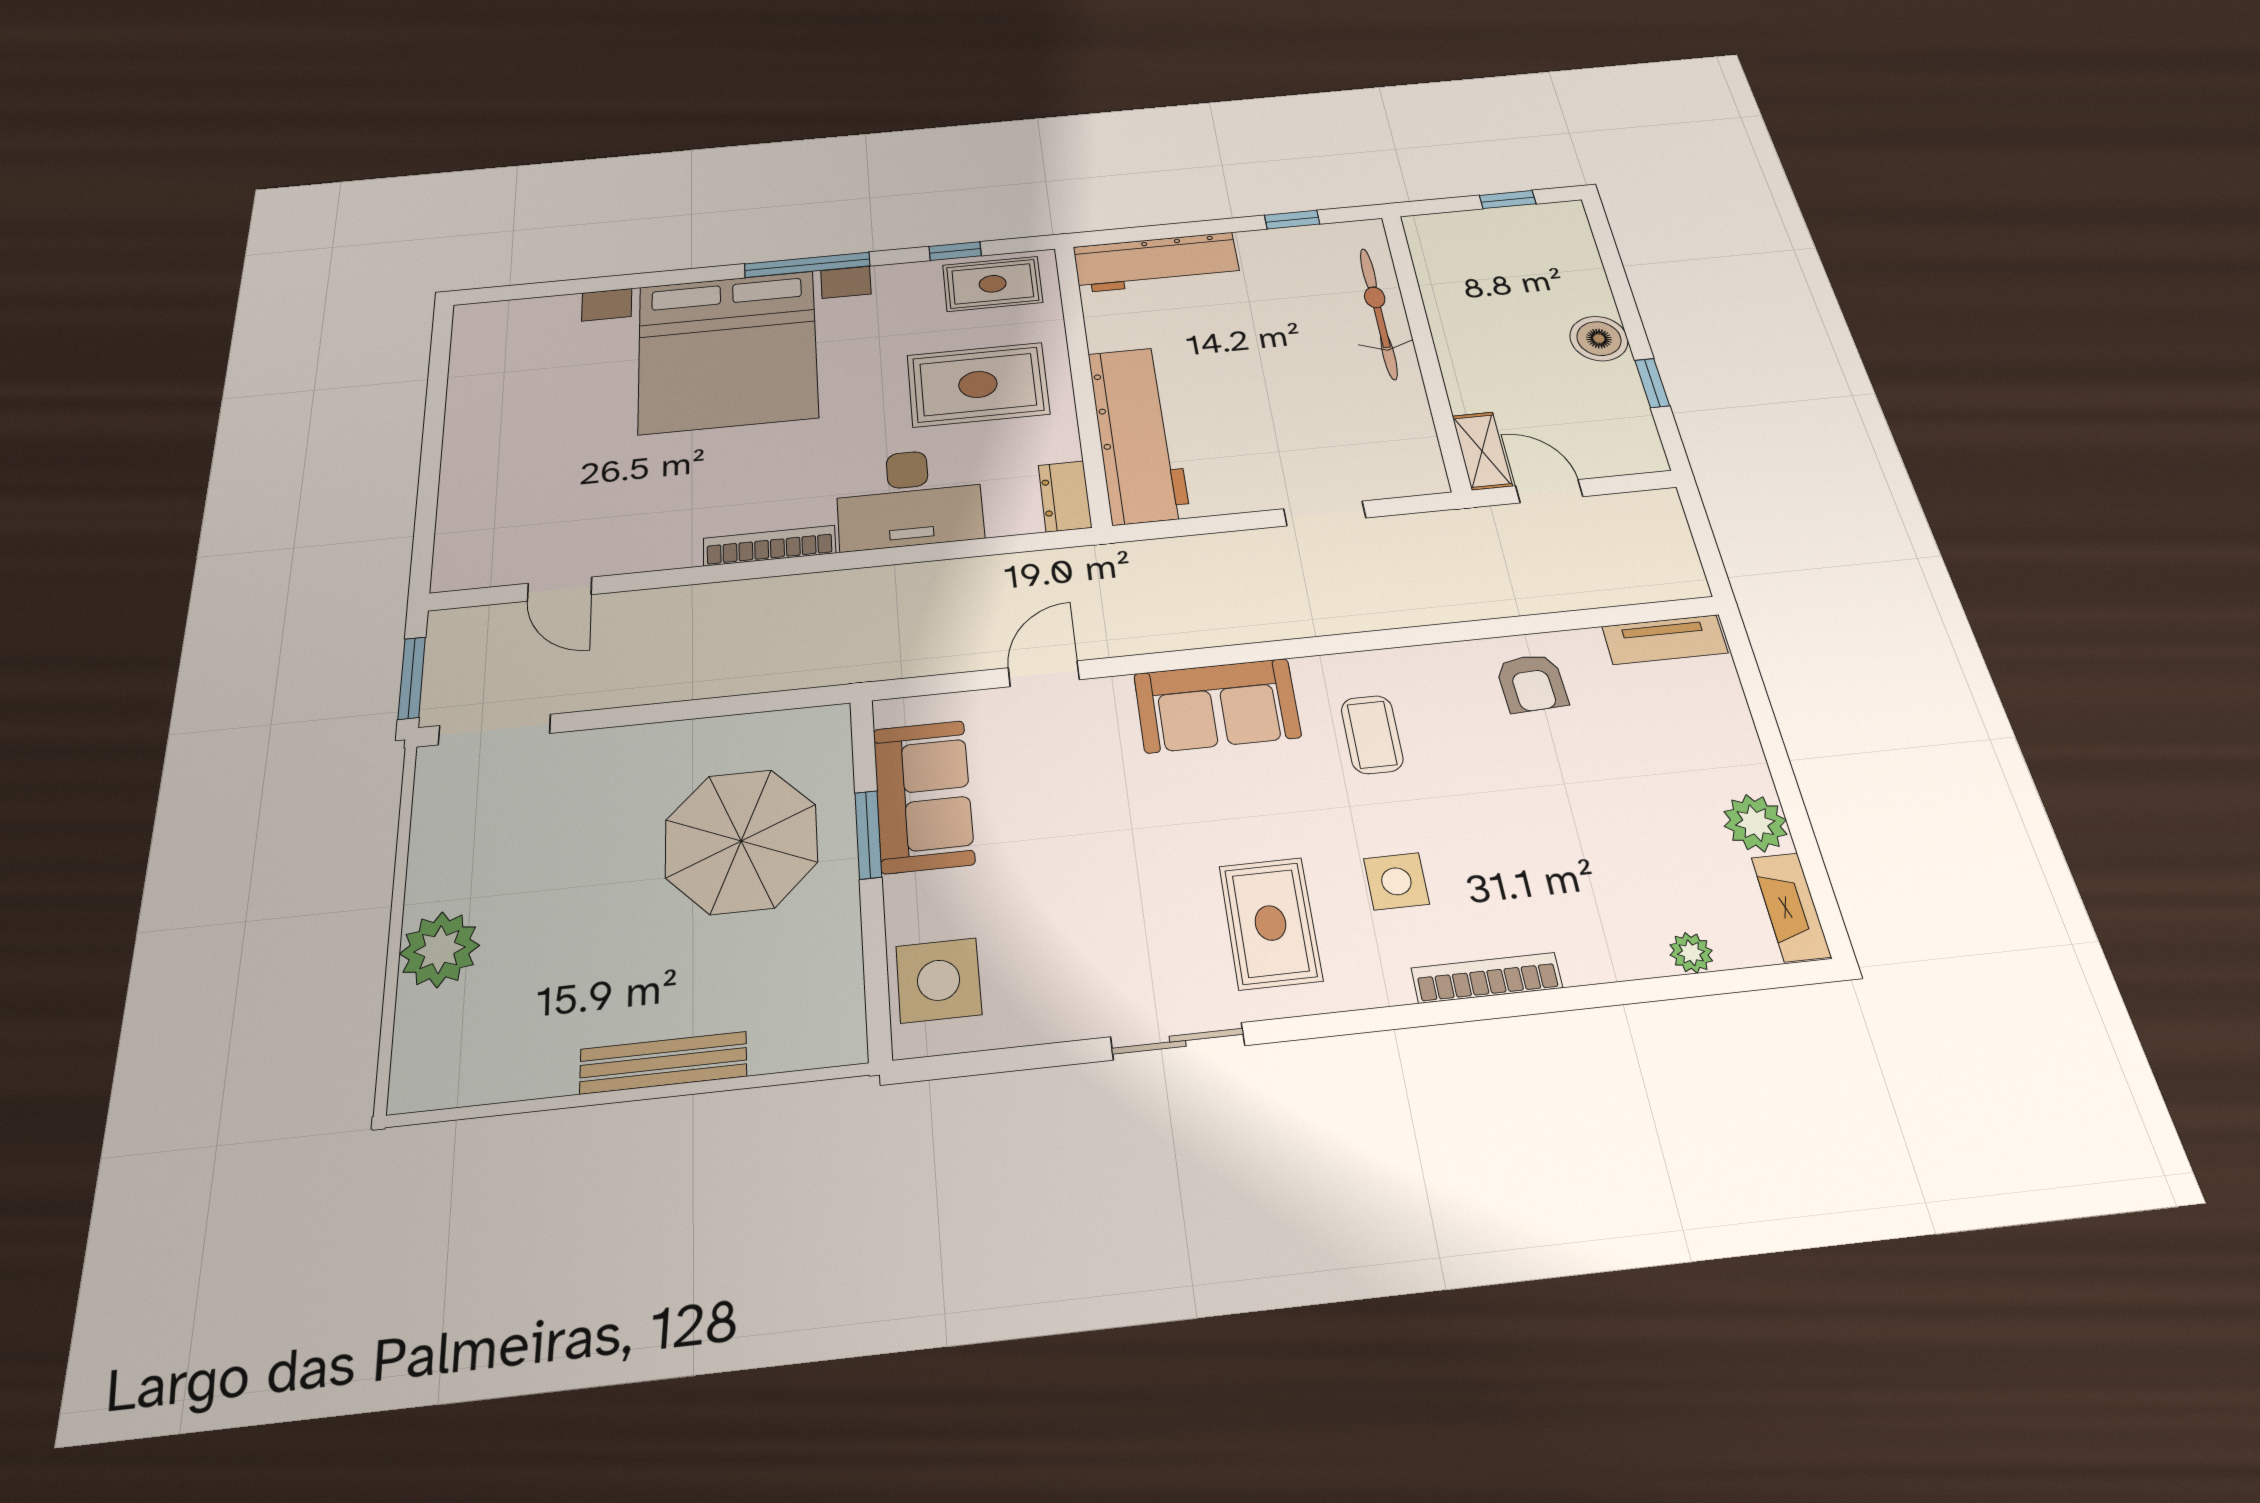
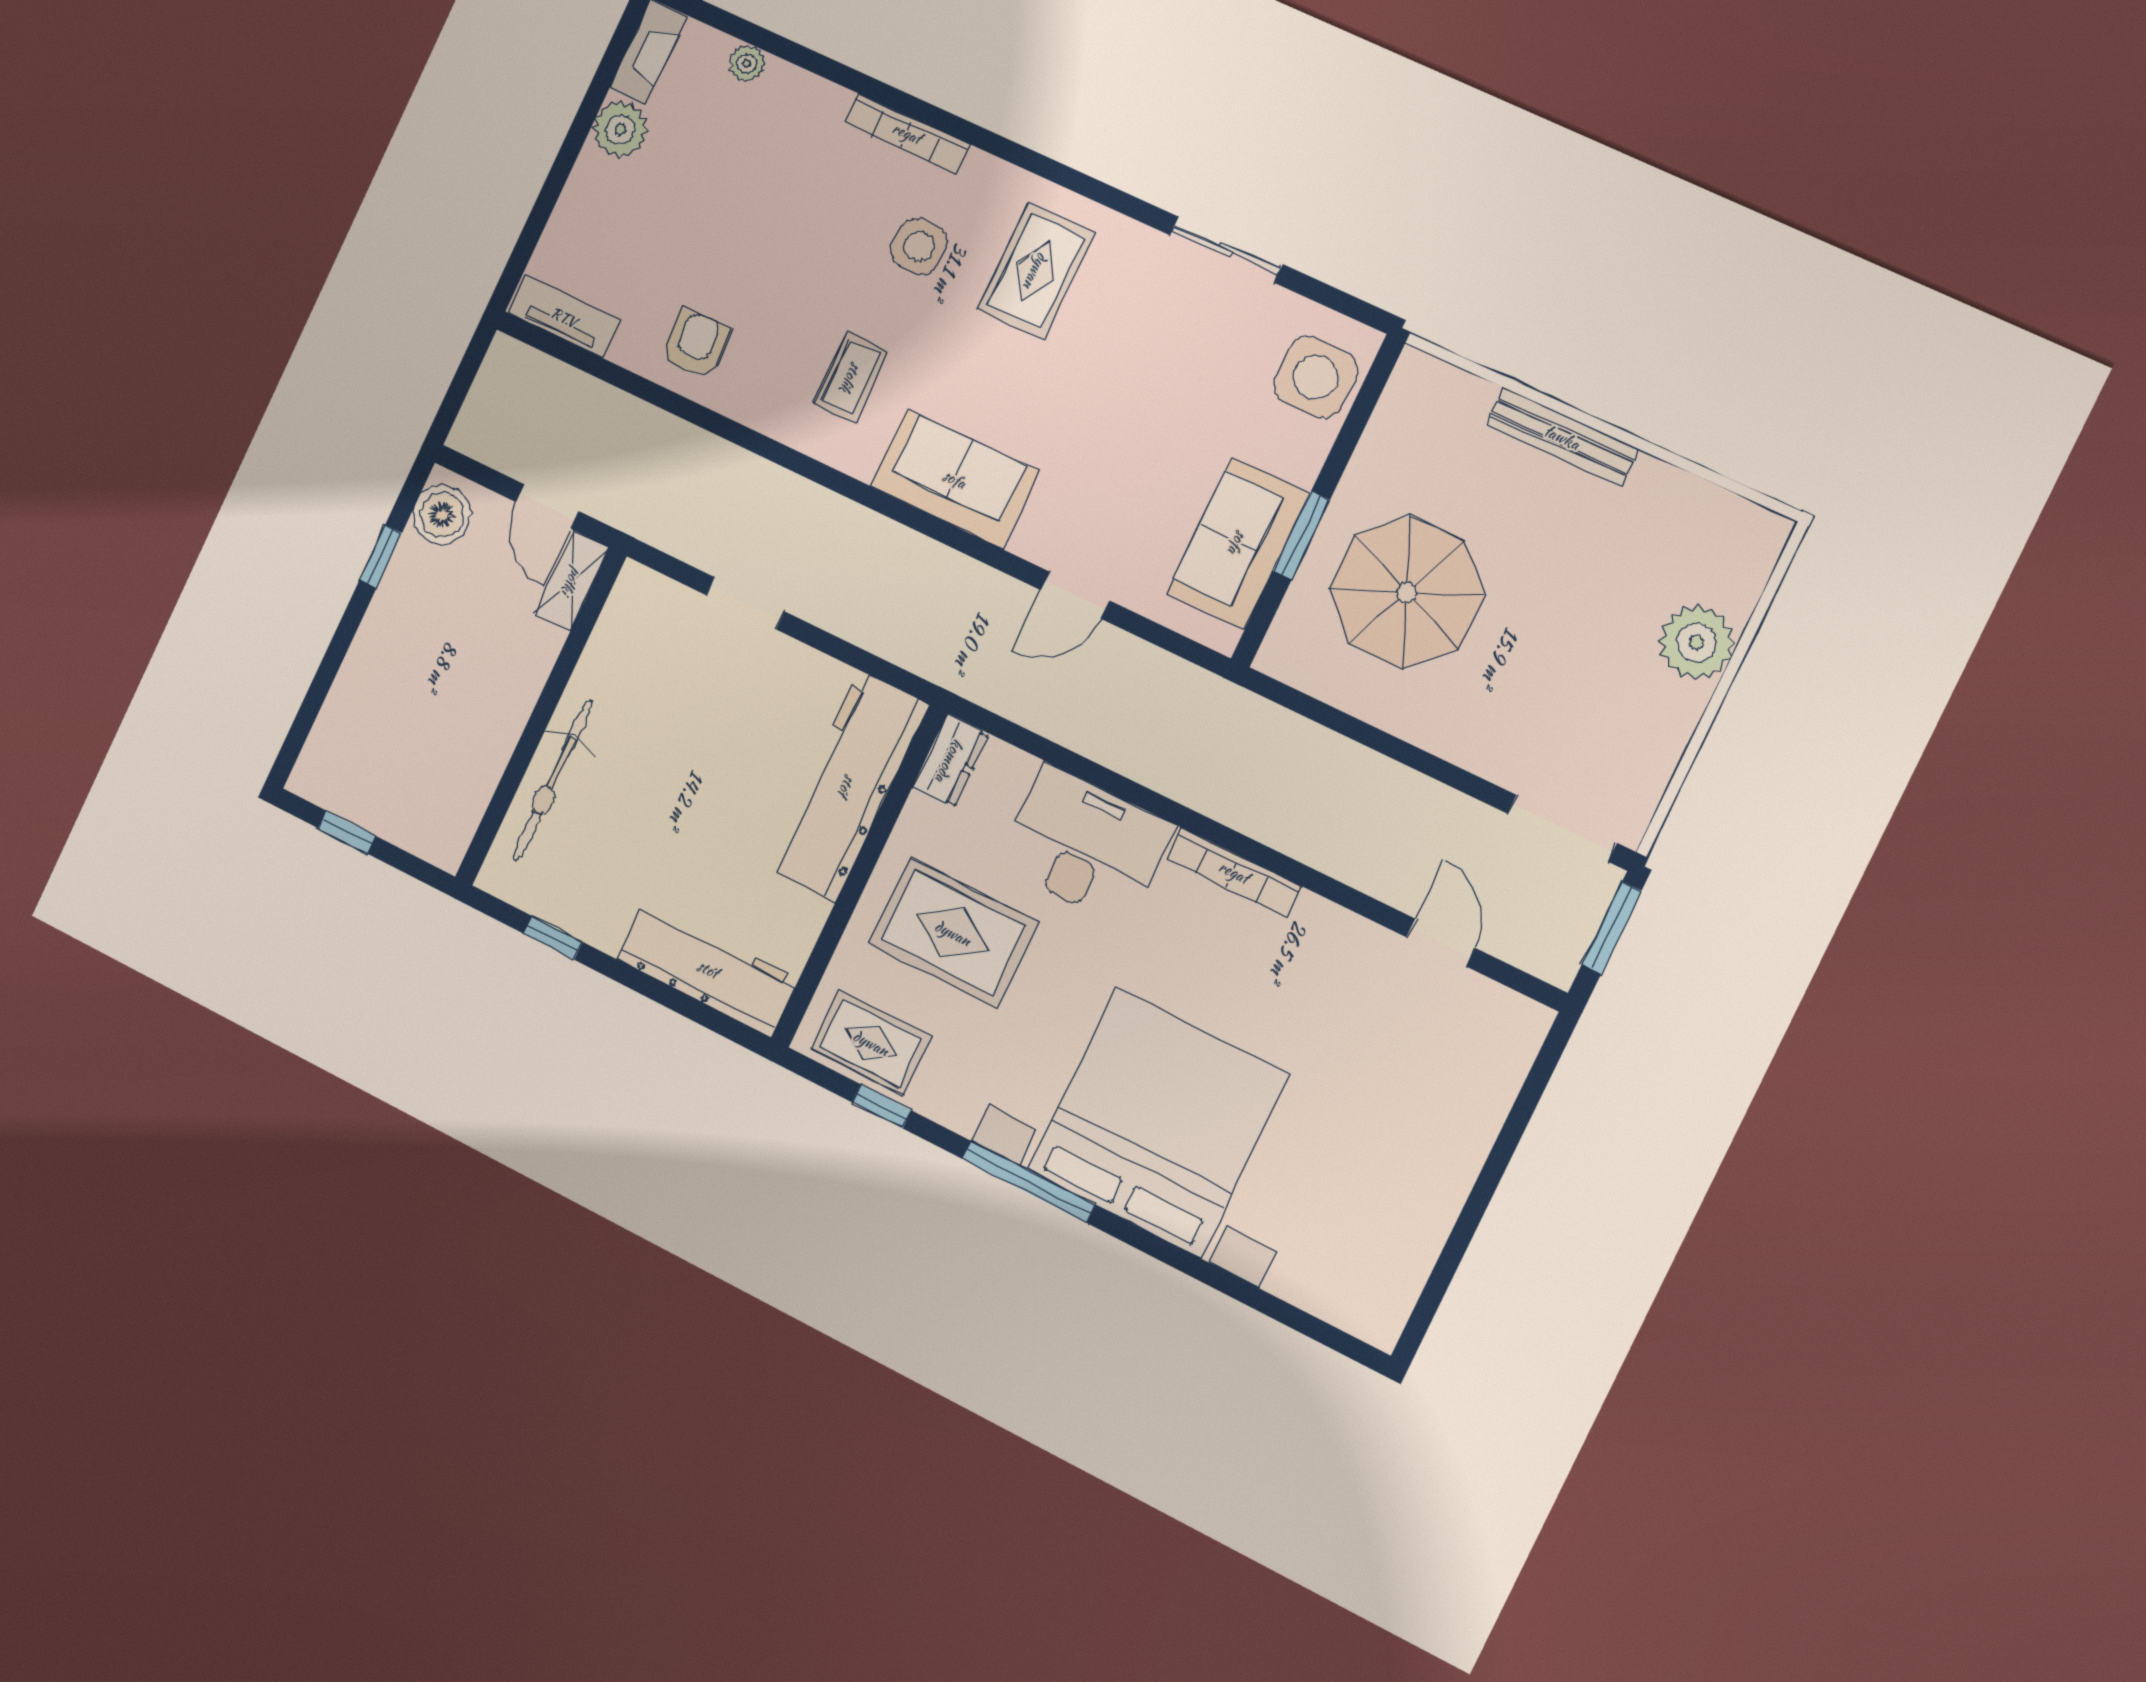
boiler: (1599, 339) -> (442, 515), moved
sliding door: (1178, 1041) -> (1226, 250), moved

